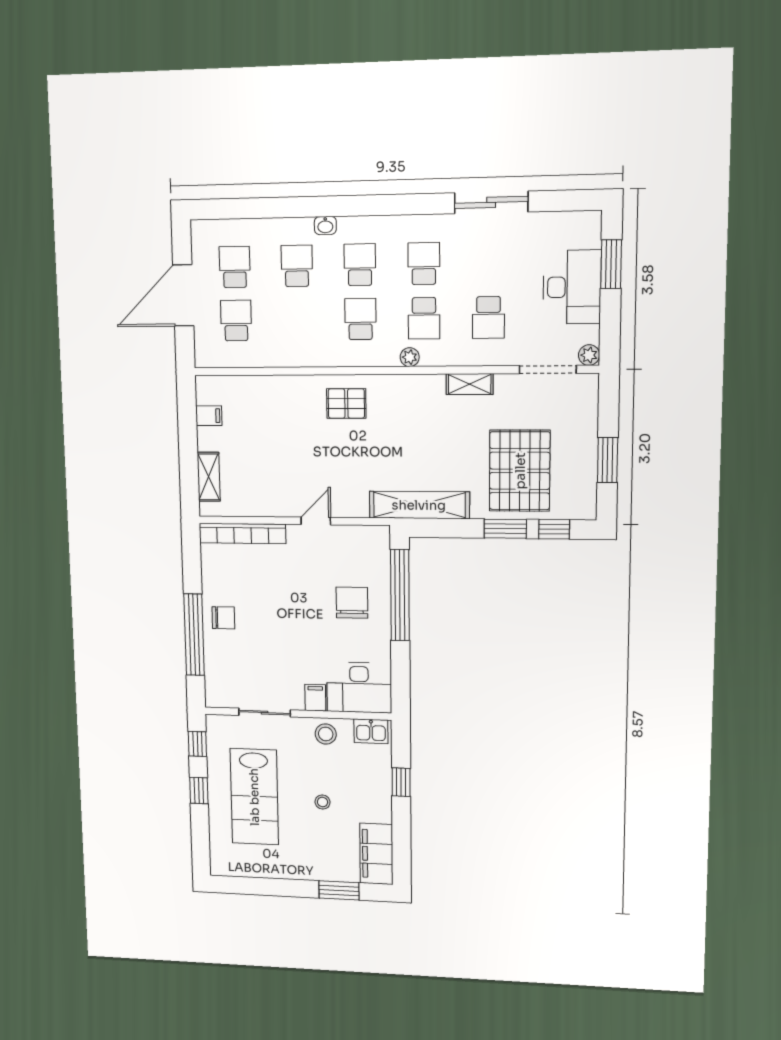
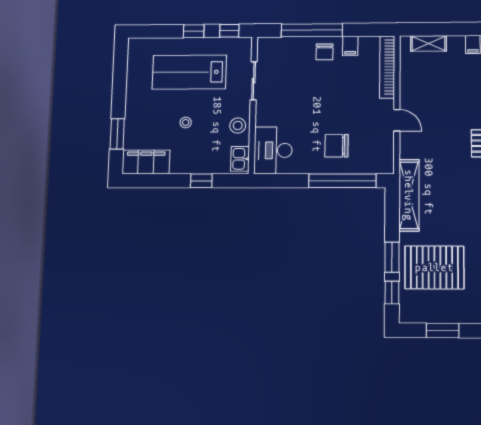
chair: (352, 603) -> (337, 146), turned 180
filing cabinet: (315, 698) -> (350, 46), moved, turned 90

